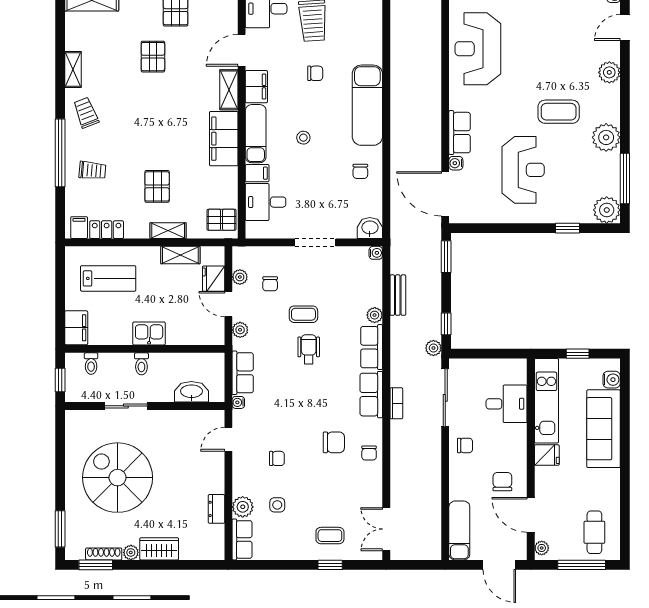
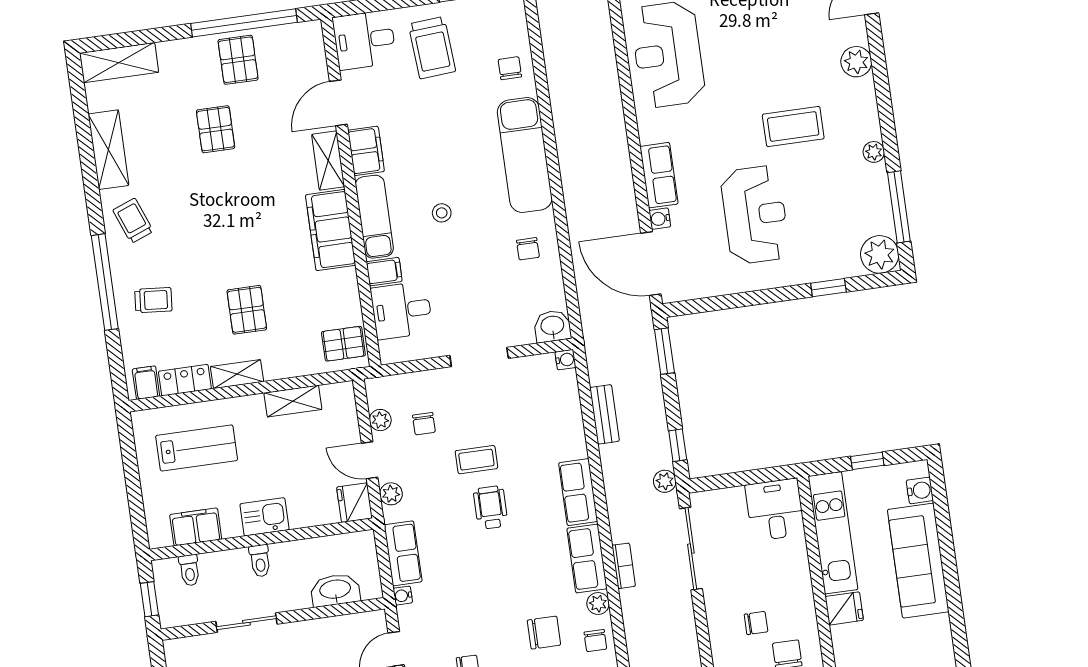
shelving: (73, 69) -> (108, 150), width x1.50, depth x1.33
chair: (315, 73) -> (510, 68), moved, turned -90
plant: (606, 137) -> (874, 152), width x0.53, depth x0.53
shelving: (168, 231) -> (237, 374), moved
fridge: (214, 279) -> (354, 503), moved
plant: (375, 315) -> (598, 604), moved
filing cabinet: (76, 328) -> (196, 527), moved, turned -90
desk: (507, 404) -> (775, 510), moved, turned -90
chair: (465, 445) -> (756, 623), moved

